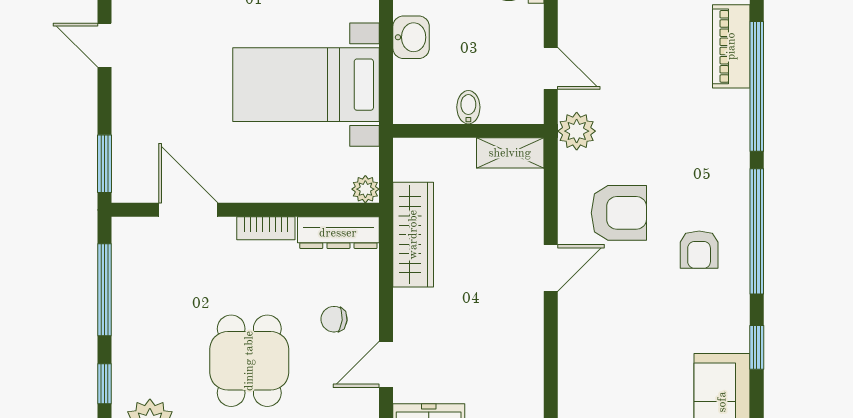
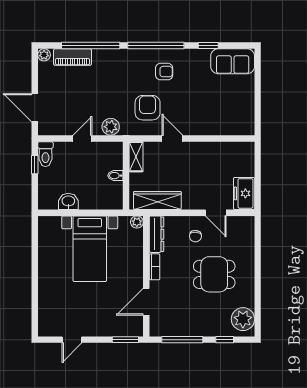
bidet: (468, 107) -> (115, 176), moved
wall: (468, 131) -> (126, 176), moved
shelving: (510, 153) -> (136, 157), moved

